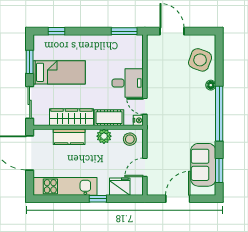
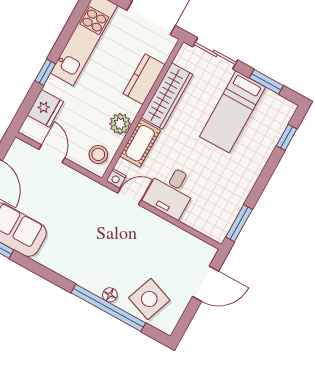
window: (219, 114) -> (108, 308), moved

